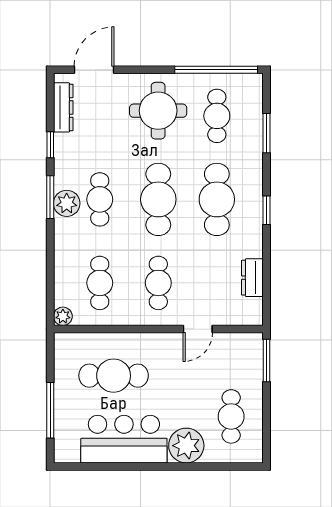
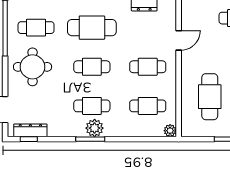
window: (50, 145) -> (29, 139), moved
cafe table: (158, 199) -> (92, 67), width x0.73, depth x0.74
door: (198, 329) -> (179, 40), hinge flipped

